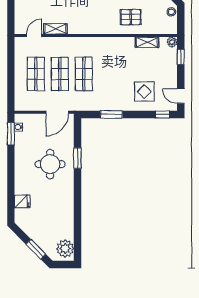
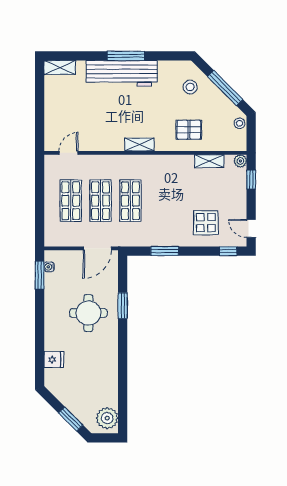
shelving: (55, 29) -> (139, 144), moved

